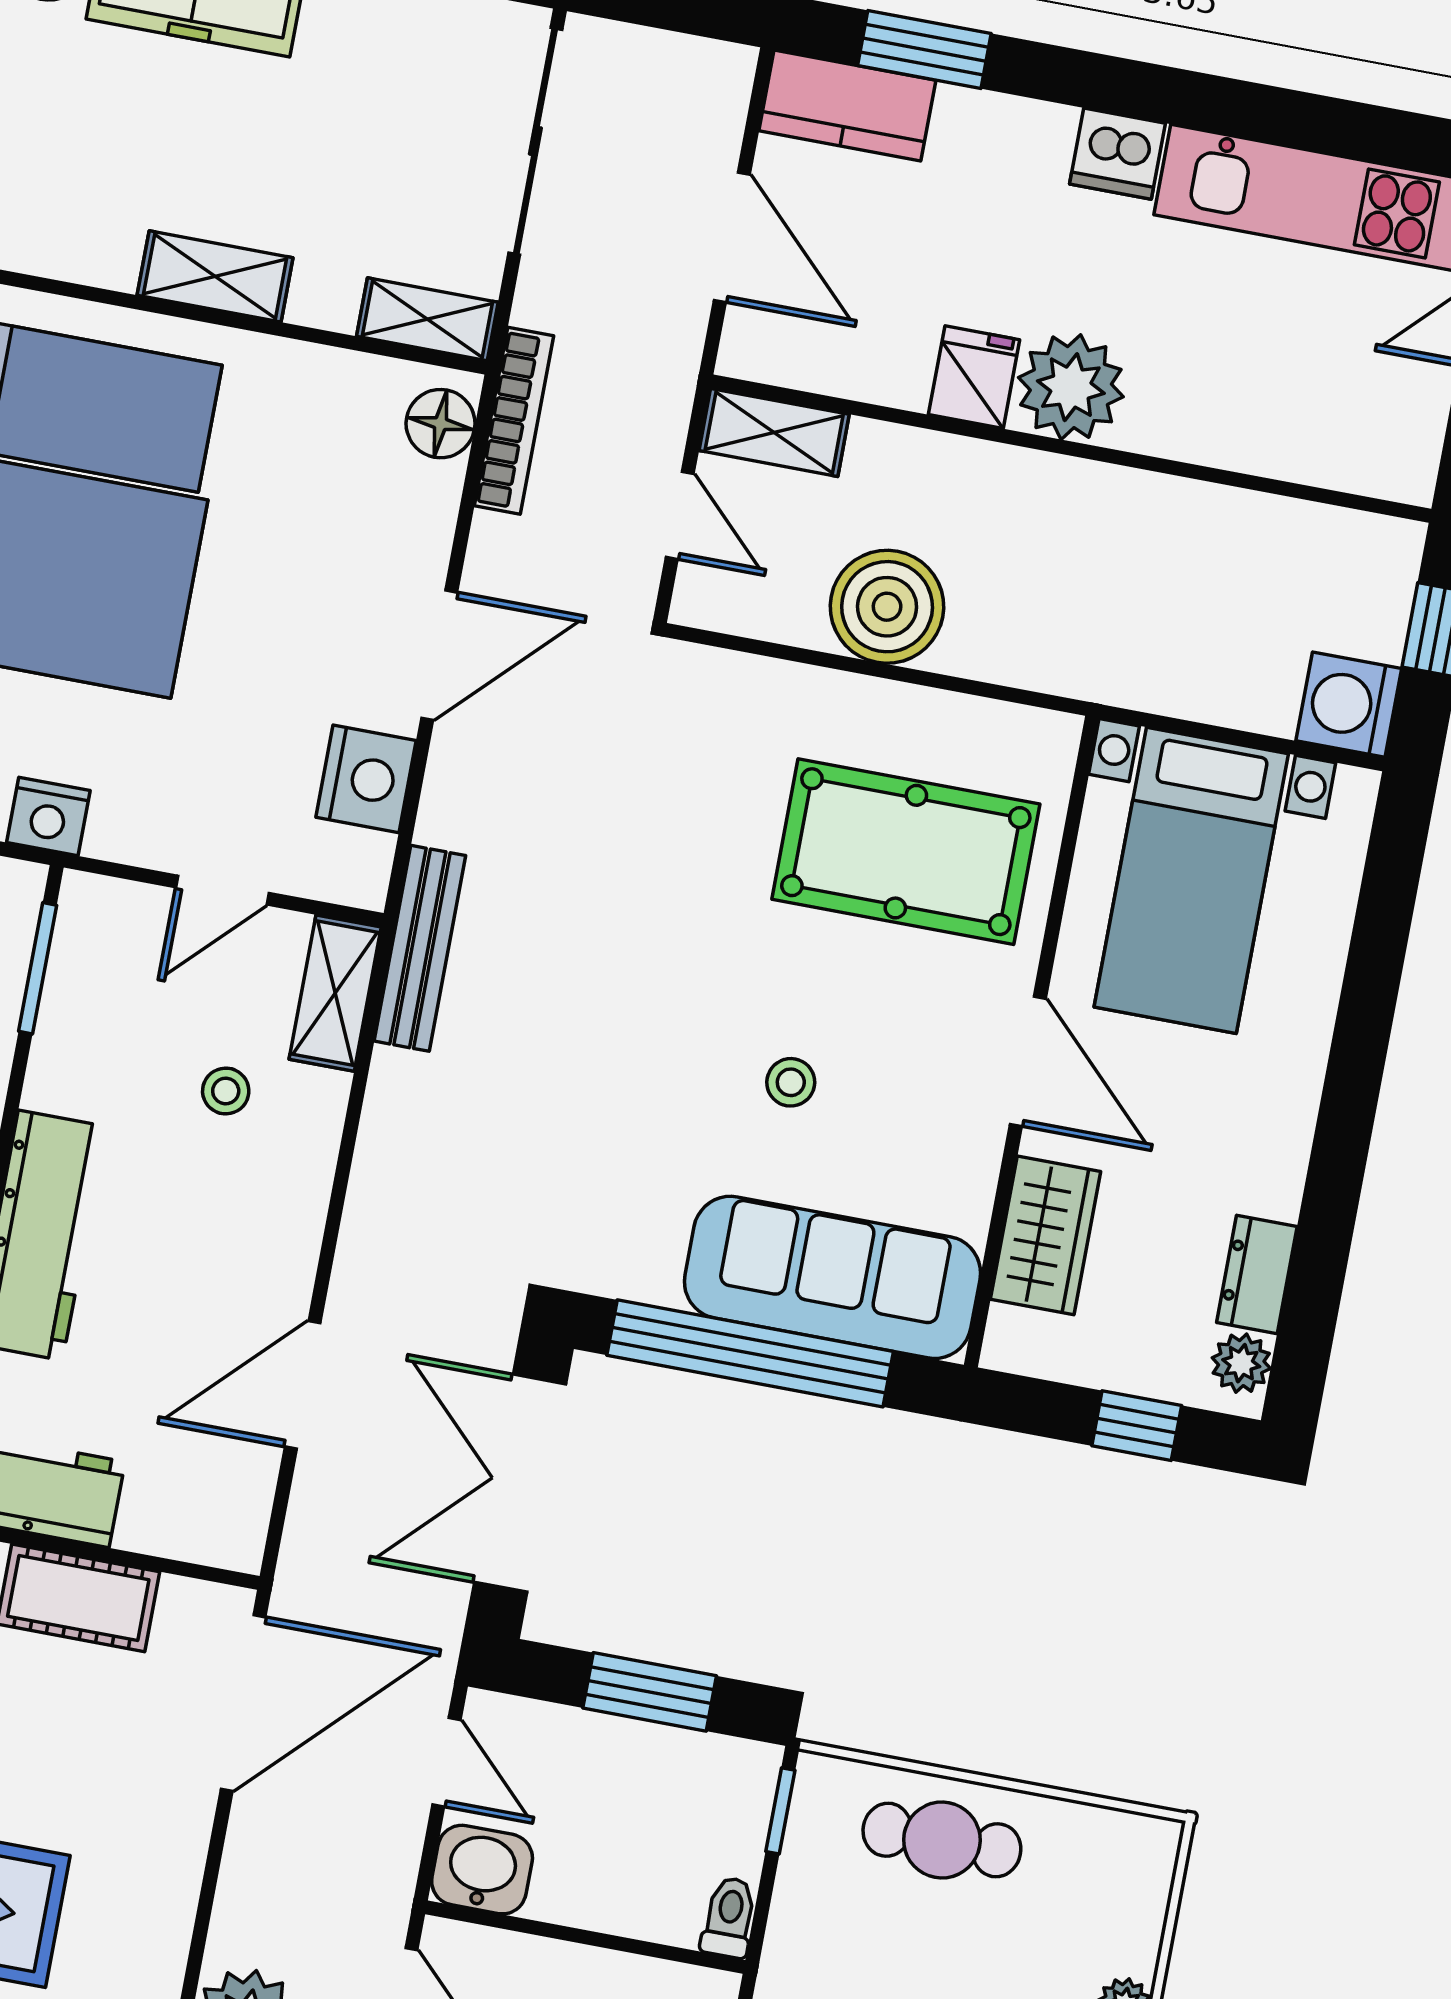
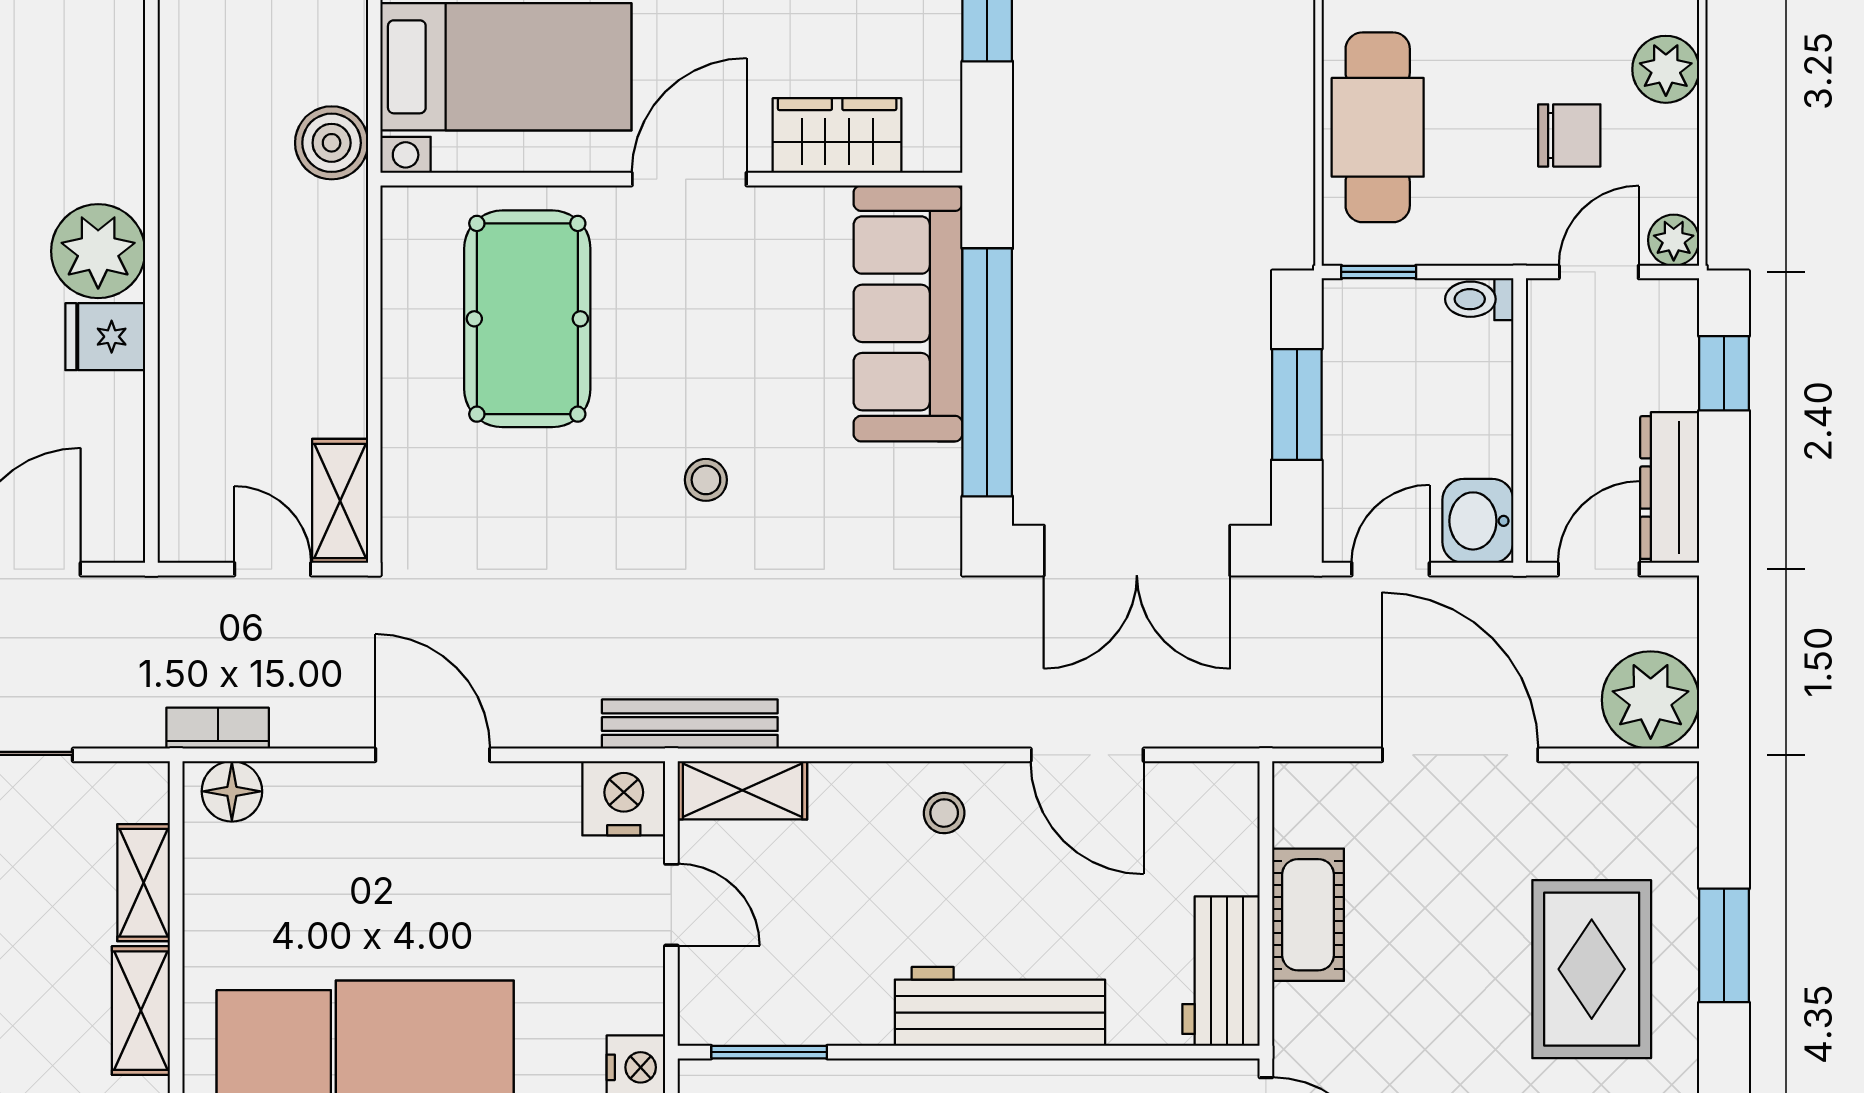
shelving: (427, 319) -> (144, 883), moved
bookcase: (514, 421) -> (218, 728), width x0.64
shelving: (774, 432) -> (340, 501), moved
door: (680, 515) -> (273, 569), hinge flipped
boiler: (887, 607) -> (332, 143), moved, width x0.73, depth x0.73
nightstand: (366, 779) -> (624, 798), moved
stool: (791, 1082) -> (706, 480), moved
stool: (226, 1091) -> (944, 813), moved
door: (243, 1703) -> (1460, 755), moved
cafe table: (942, 1840) -> (1378, 127), width x1.37, depth x1.35

